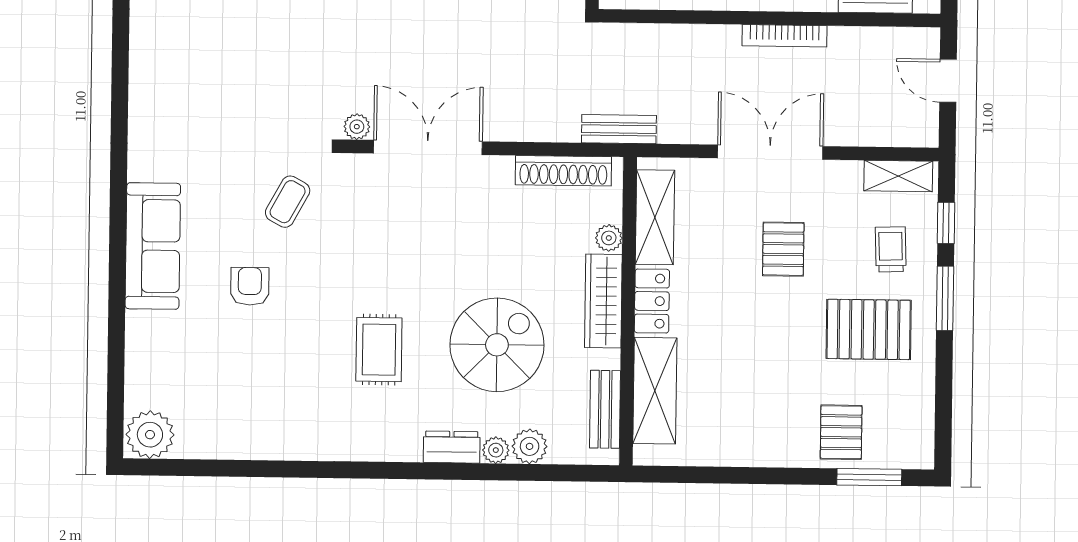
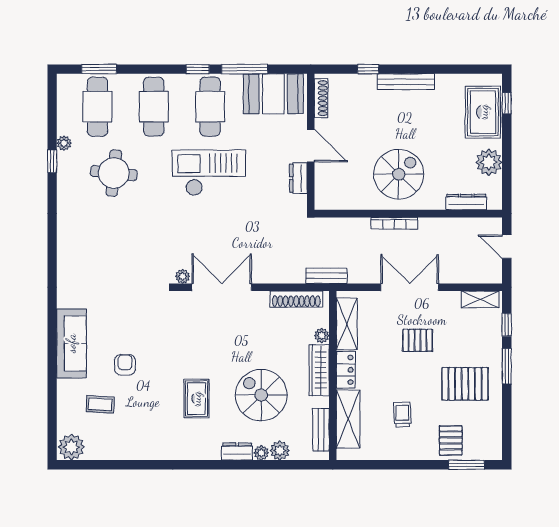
bookcase: (785, 36) -> (394, 223), moved
coffee table: (288, 202) -> (100, 404), moved, turned 64
pallet: (783, 249) -> (418, 340), turned 90
trolley: (891, 249) -> (402, 415), moved
spiral stairs: (497, 345) -> (261, 395), turned -90

